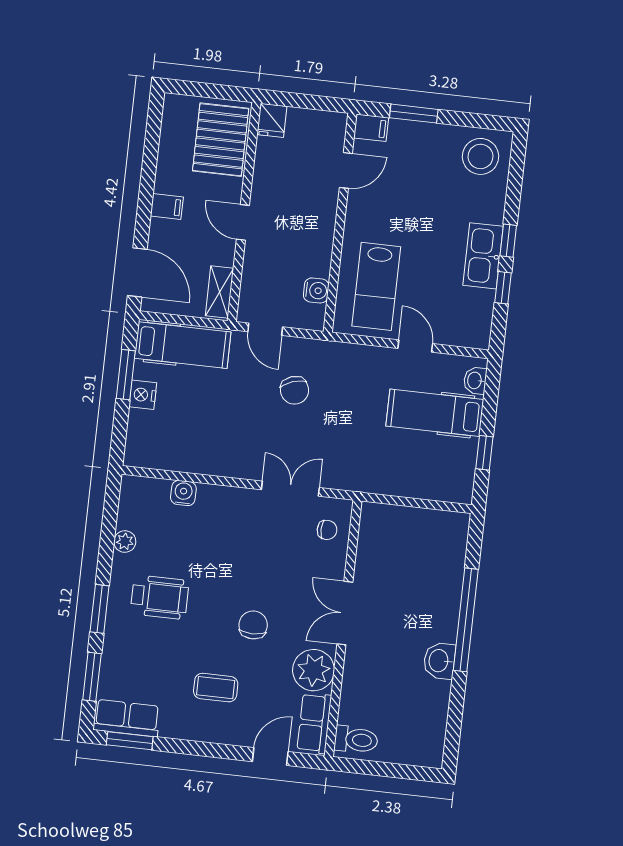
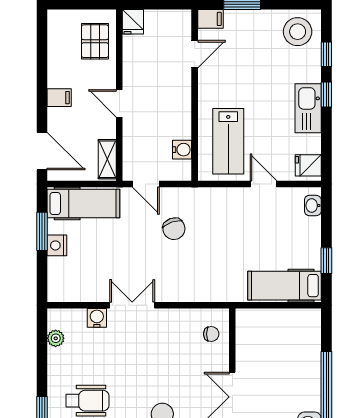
pallet: (221, 140) -> (95, 41), width x0.67, depth x0.71
window: (503, 288) -> (326, 54), moved
fridge: (475, 329) -> (308, 165), added
hospital bed: (435, 413) -> (284, 286), moved
double door: (290, 489) -> (132, 305), moved
plant: (125, 542) -> (56, 338), moved

